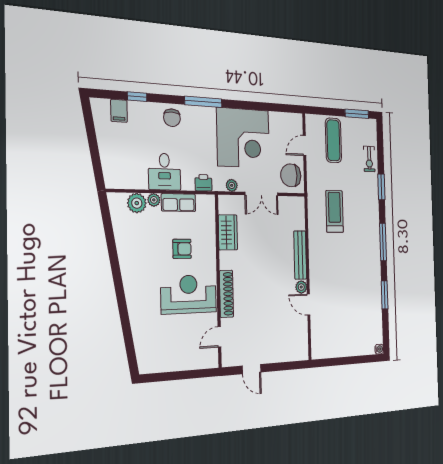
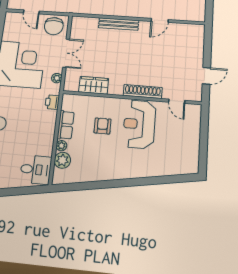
desk: (164, 172) -> (36, 170), moved
plant: (301, 287) -> (145, 26), removed

